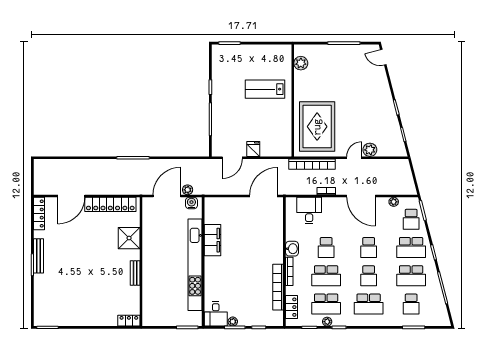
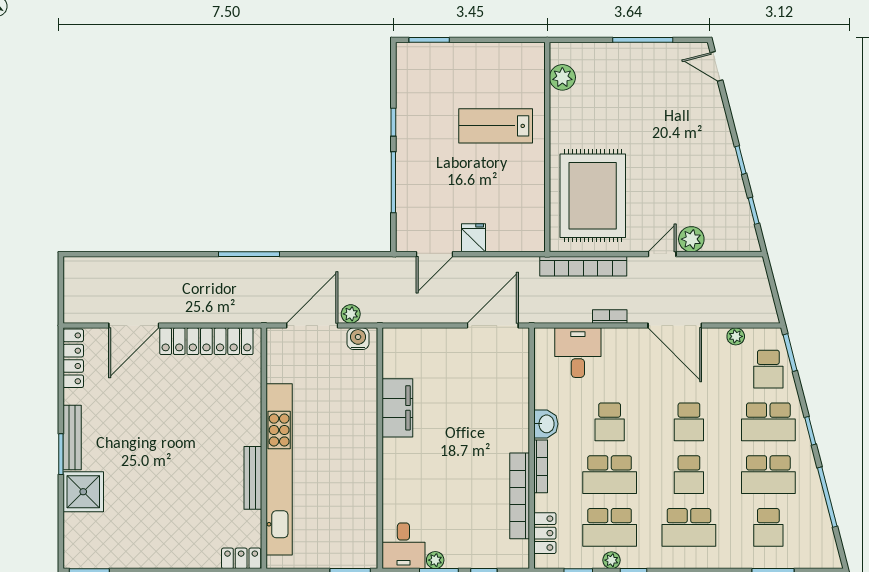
shower: (129, 238) -> (83, 492), moved
kitchen unit: (195, 265) -> (279, 469), moved, turned 180
bench: (135, 273) -> (253, 478), width x1.36

